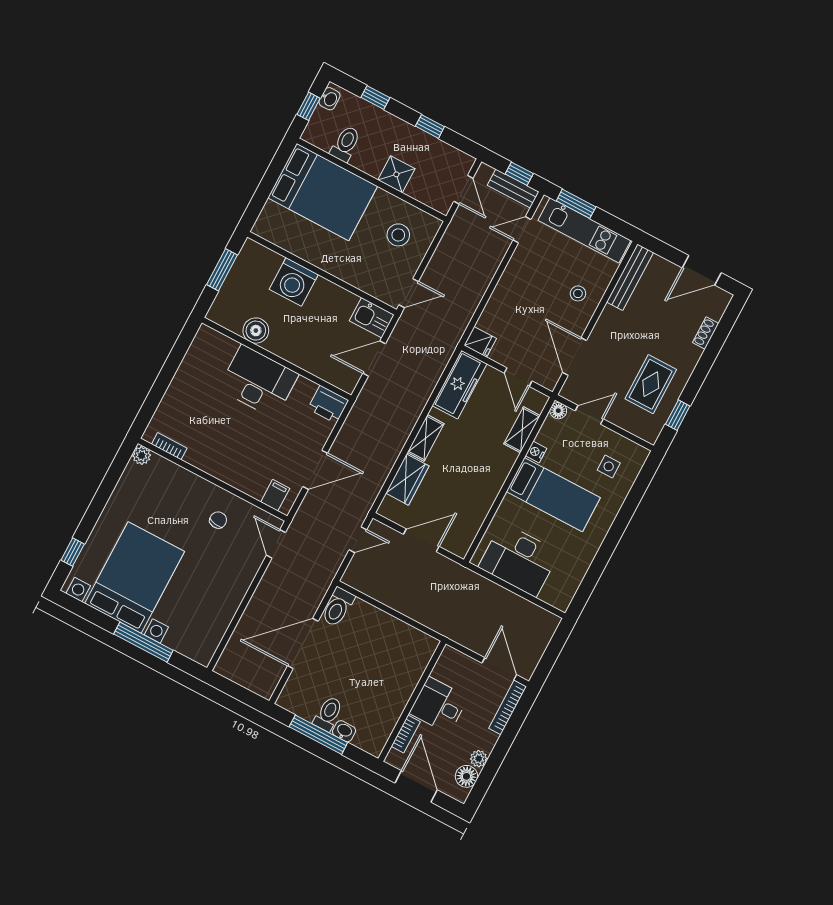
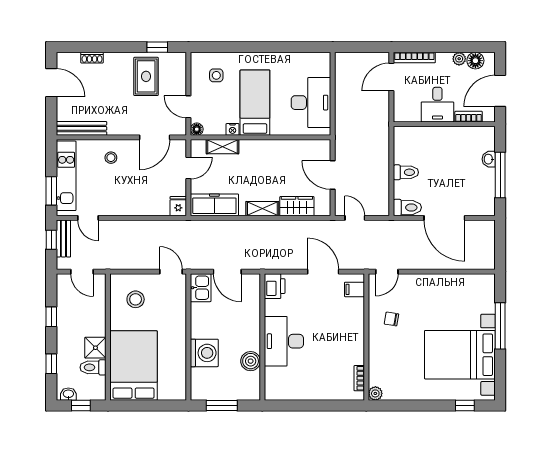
shower: (396, 174) -> (95, 348), moved
door: (463, 190) -> (82, 272), swing flipped
rug: (651, 384) -> (146, 76), turned 90
toilet: (328, 714) -> (406, 172), moved, turned 180

